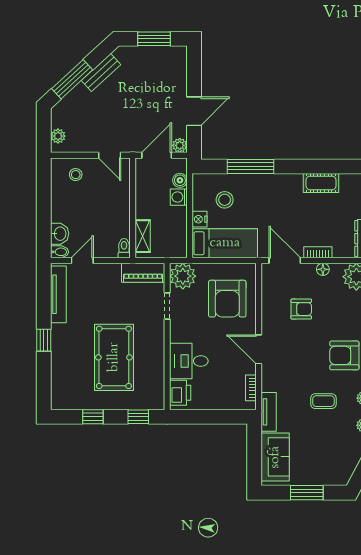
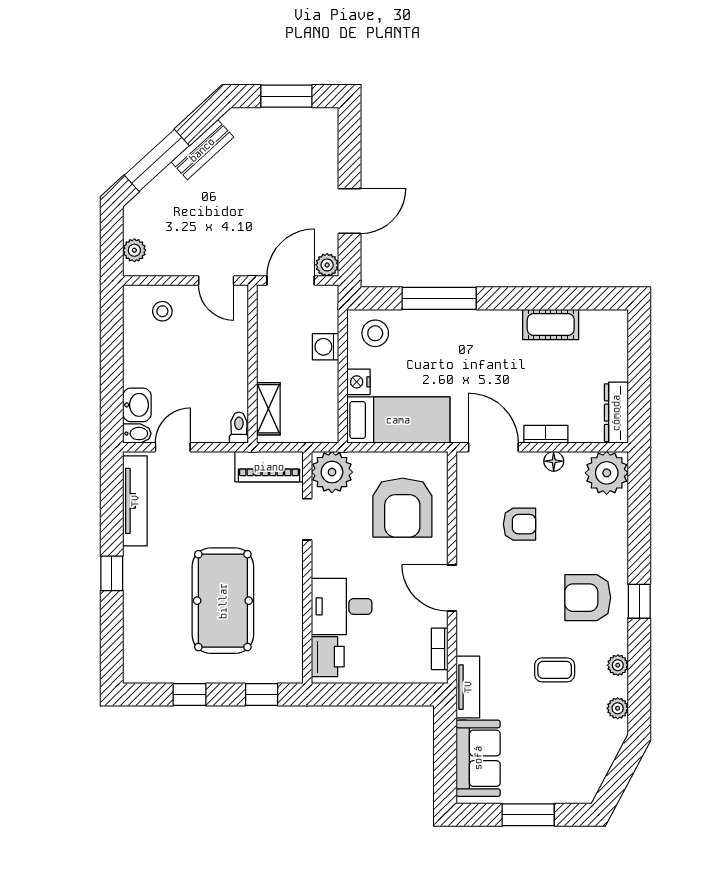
boiler: (180, 180) -> (327, 320), removed
stool: (225, 200) -> (375, 333), moved

